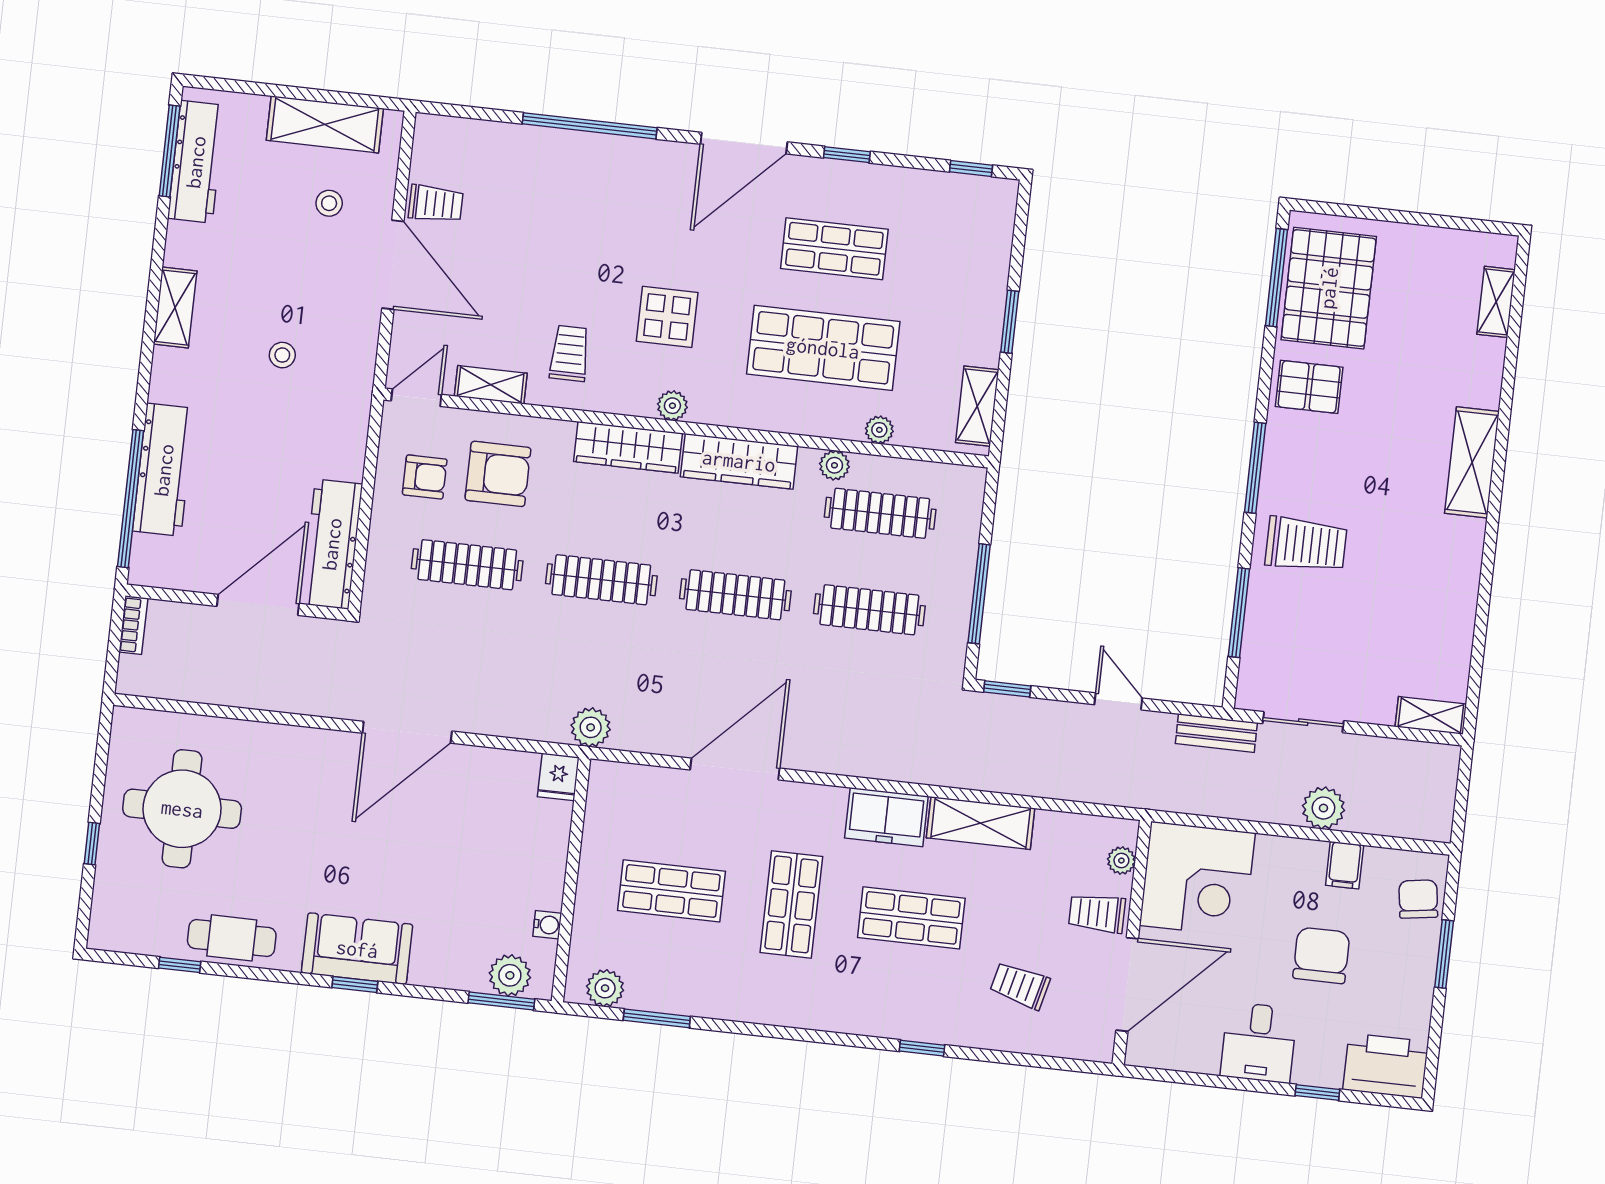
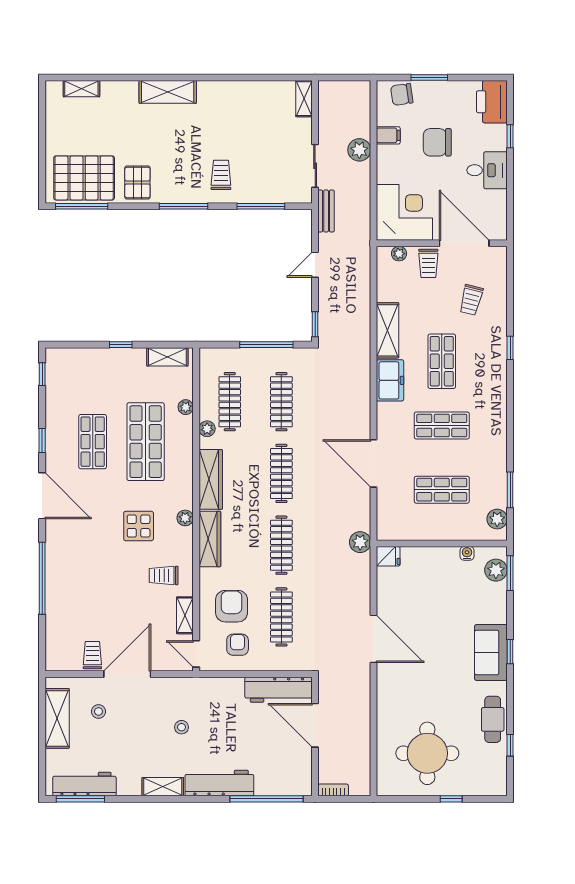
window: (1010, 322) -> (121, 345), width x0.67
workbench: (164, 470) -> (219, 783), moved
trolley: (1306, 544) -> (221, 175), width x0.73, depth x0.72
shop shelf: (671, 891) -> (442, 490), turned 90

